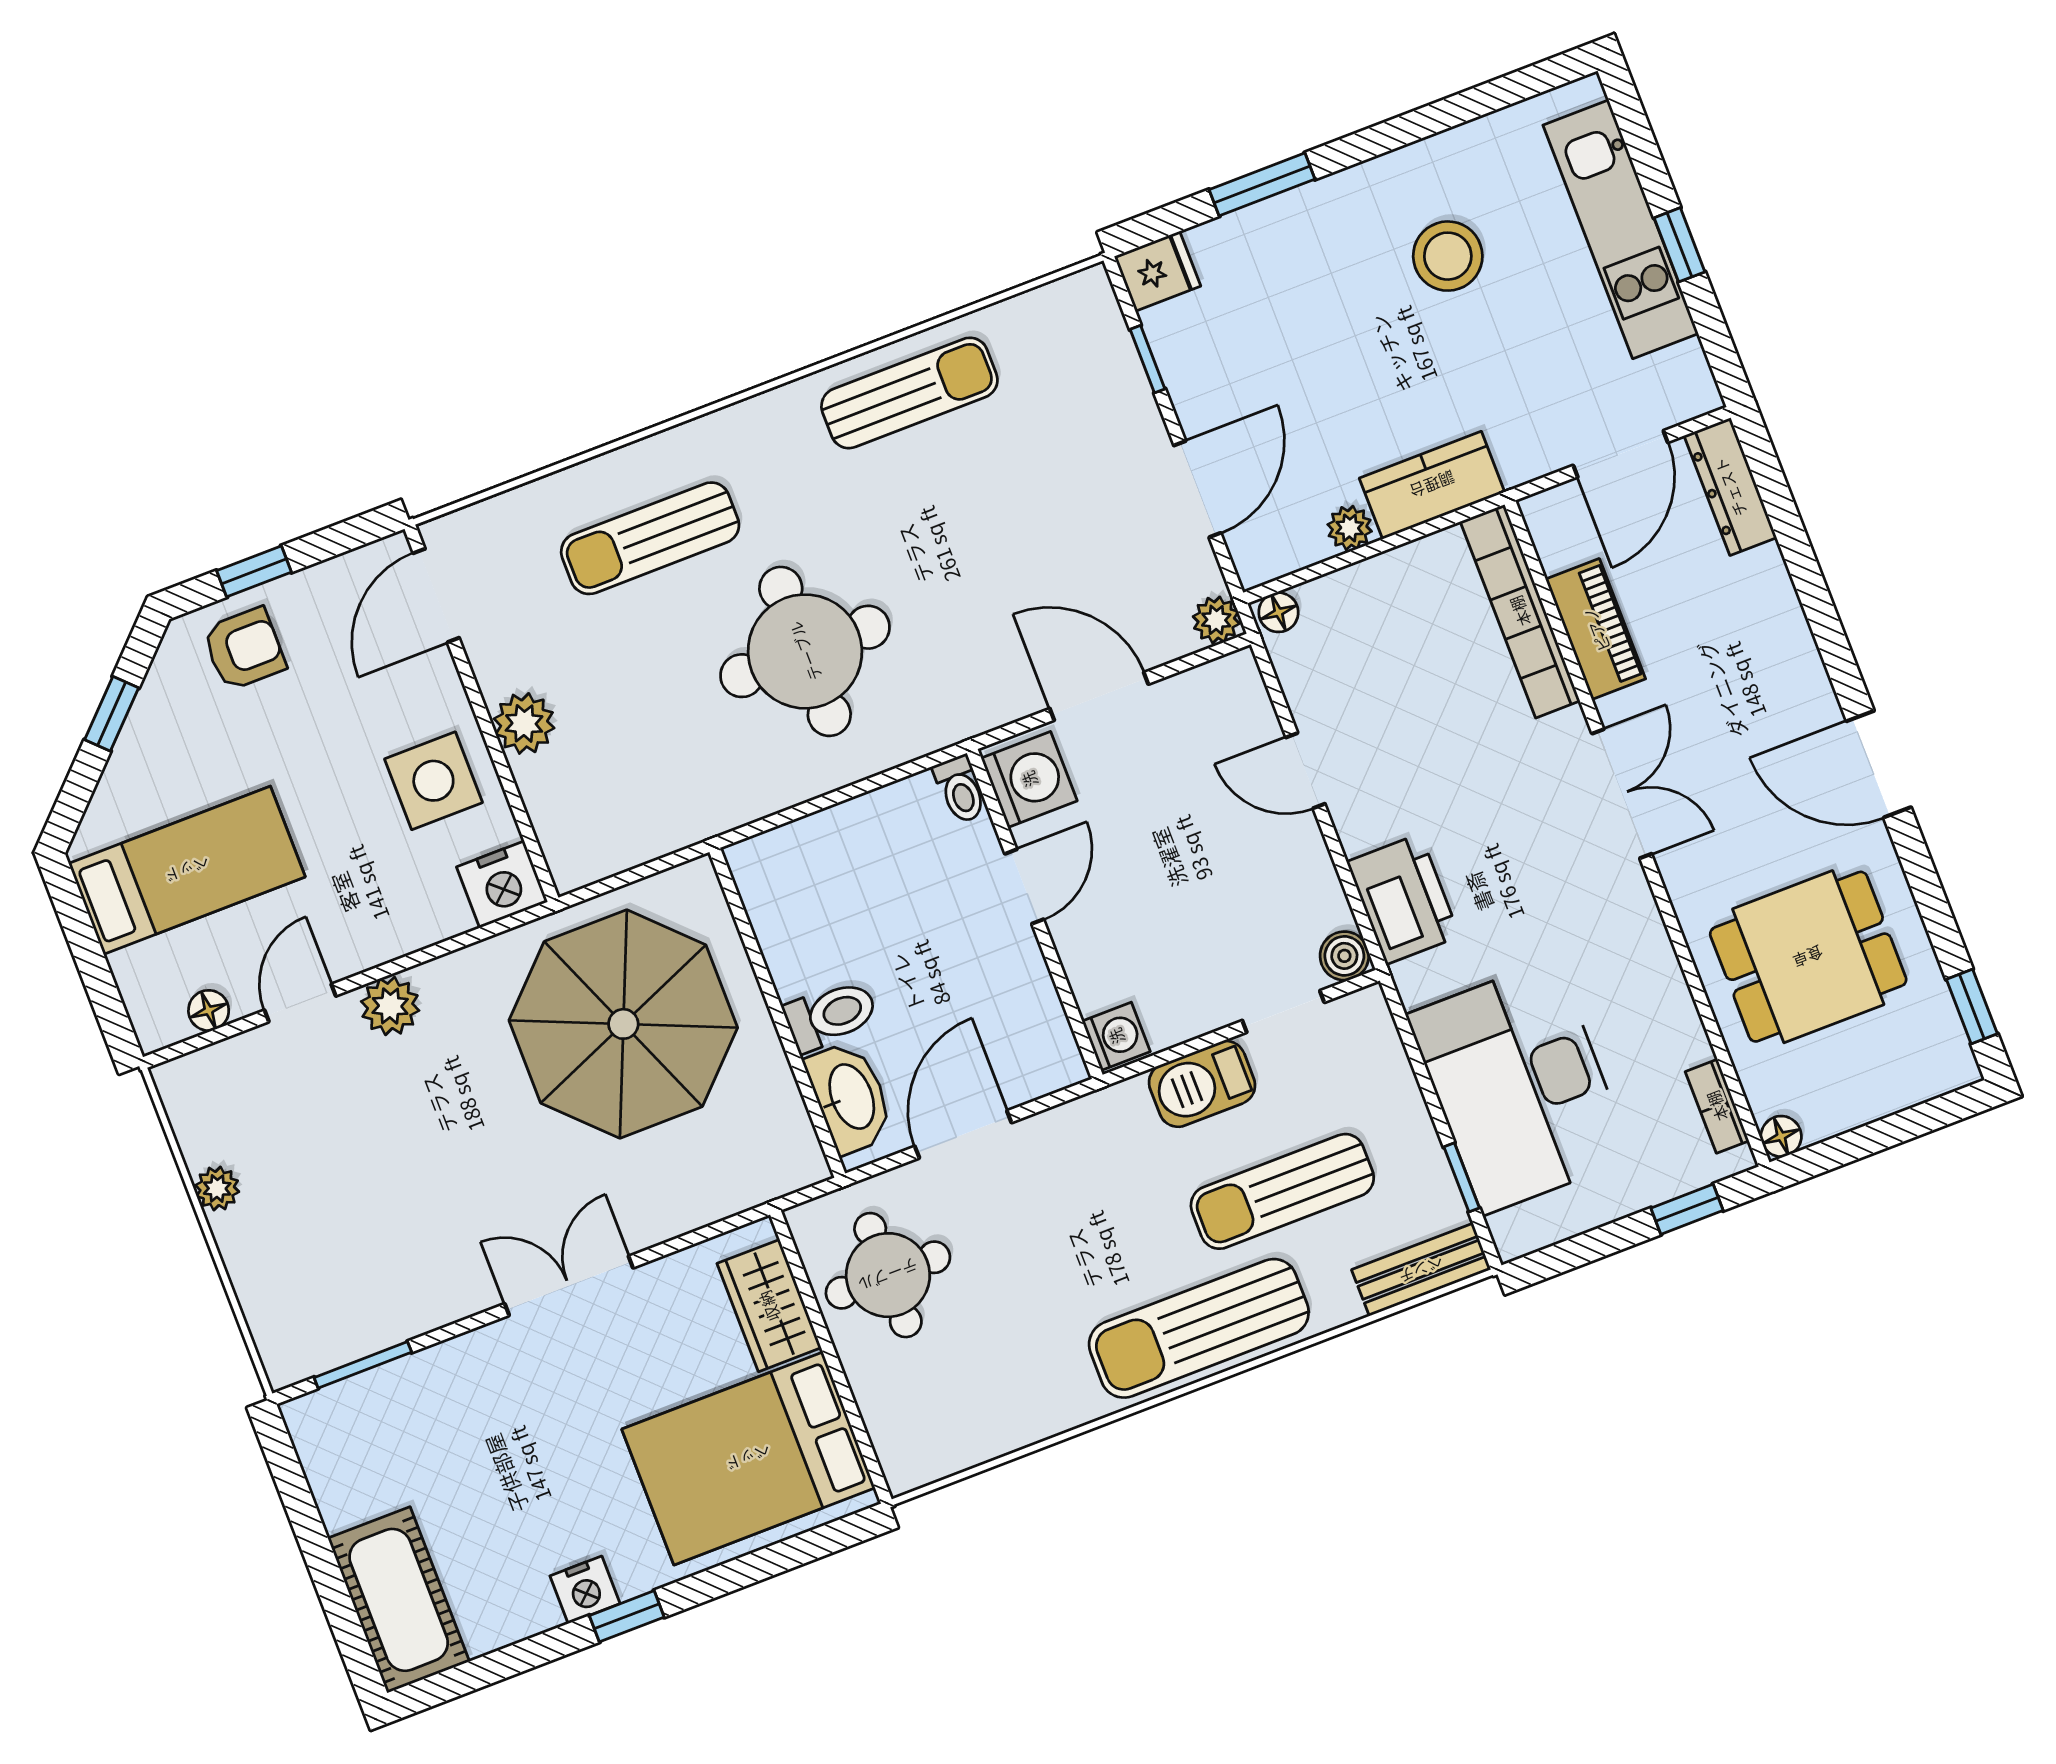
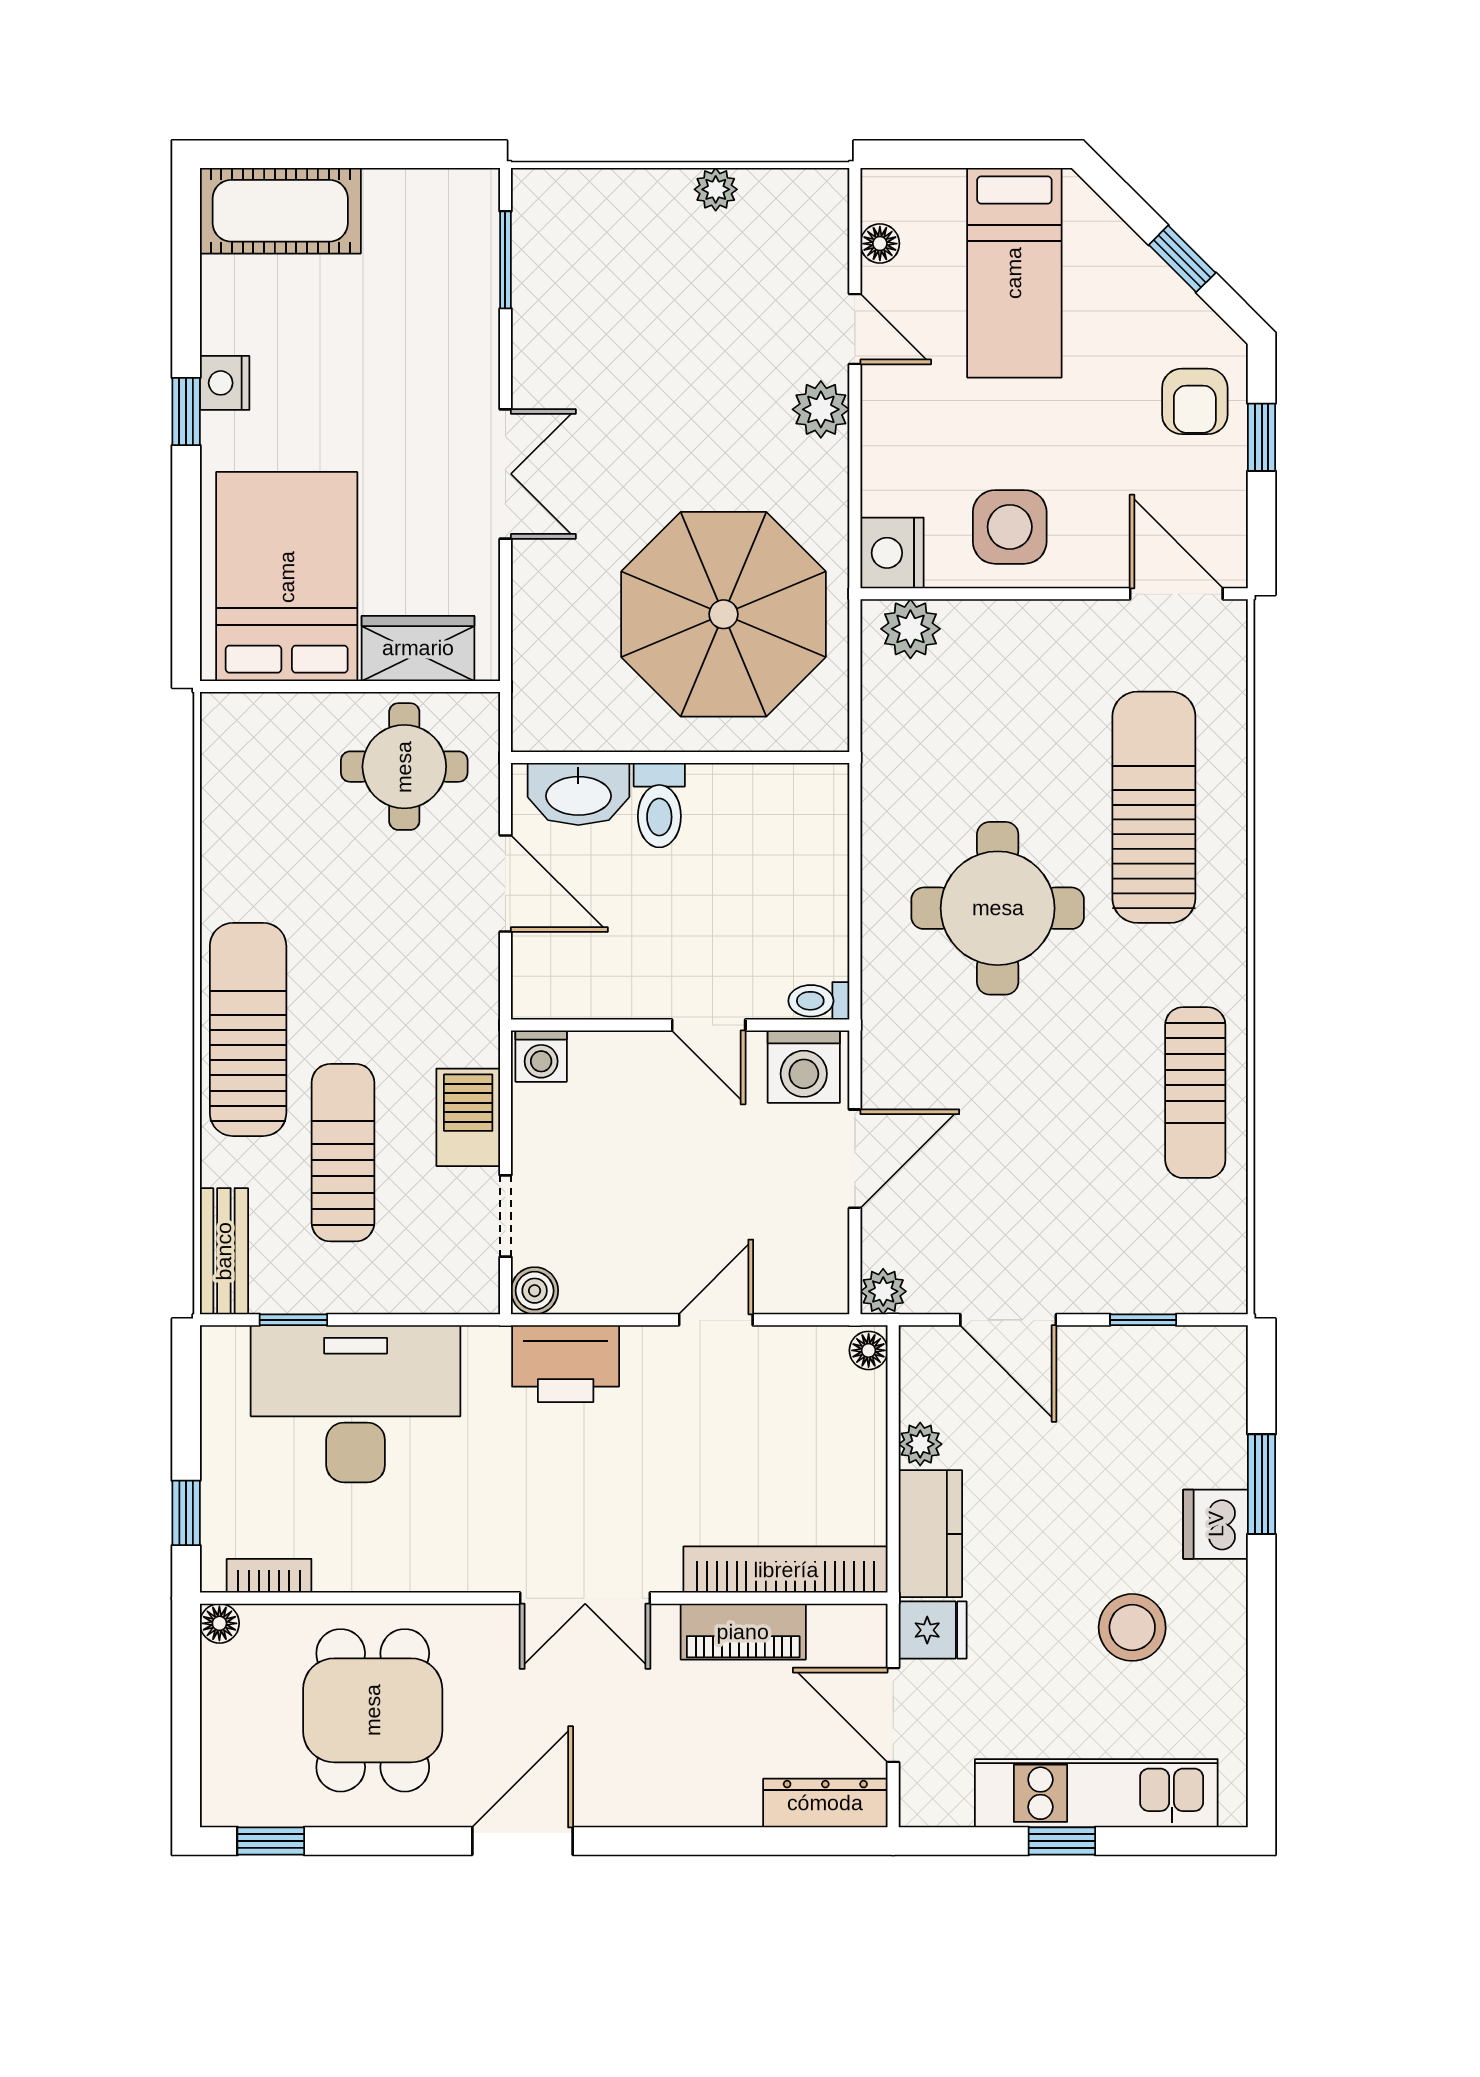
dishwasher: (1318, 214) -> (1216, 1524), added
fridge: (1157, 271) -> (933, 1630), moved, turned -90
sun lounger: (650, 538) -> (1154, 807), width x1.36, depth x1.34
plant: (524, 723) -> (910, 629), moved

